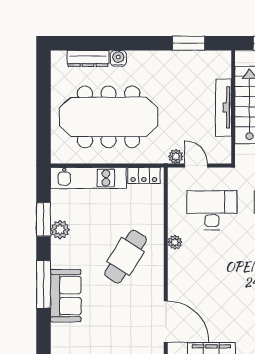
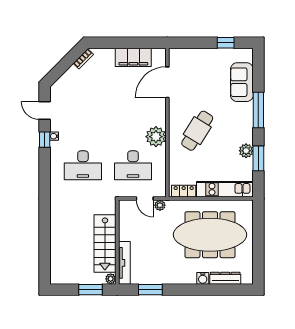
plant: (242, 58) -> (111, 279), added
tv unit: (224, 108) -> (124, 263), moved
plant: (175, 242) -> (156, 137), width x1.87, depth x1.87
sofa: (66, 296) -> (242, 82), moved
door: (166, 322) -> (167, 82), hinge flipped

